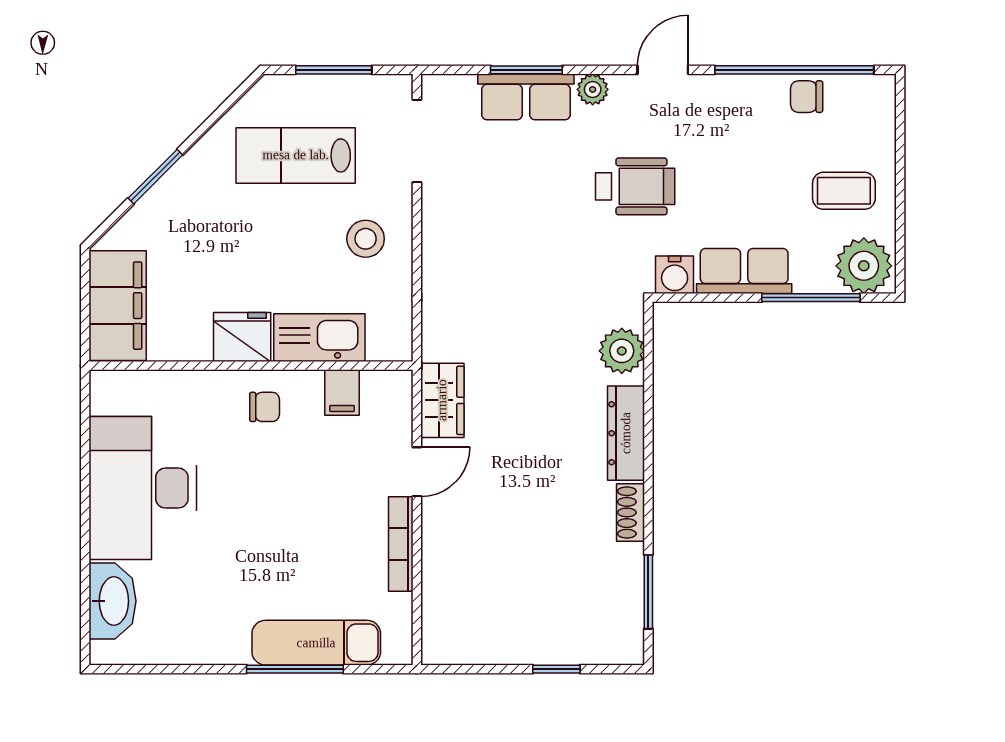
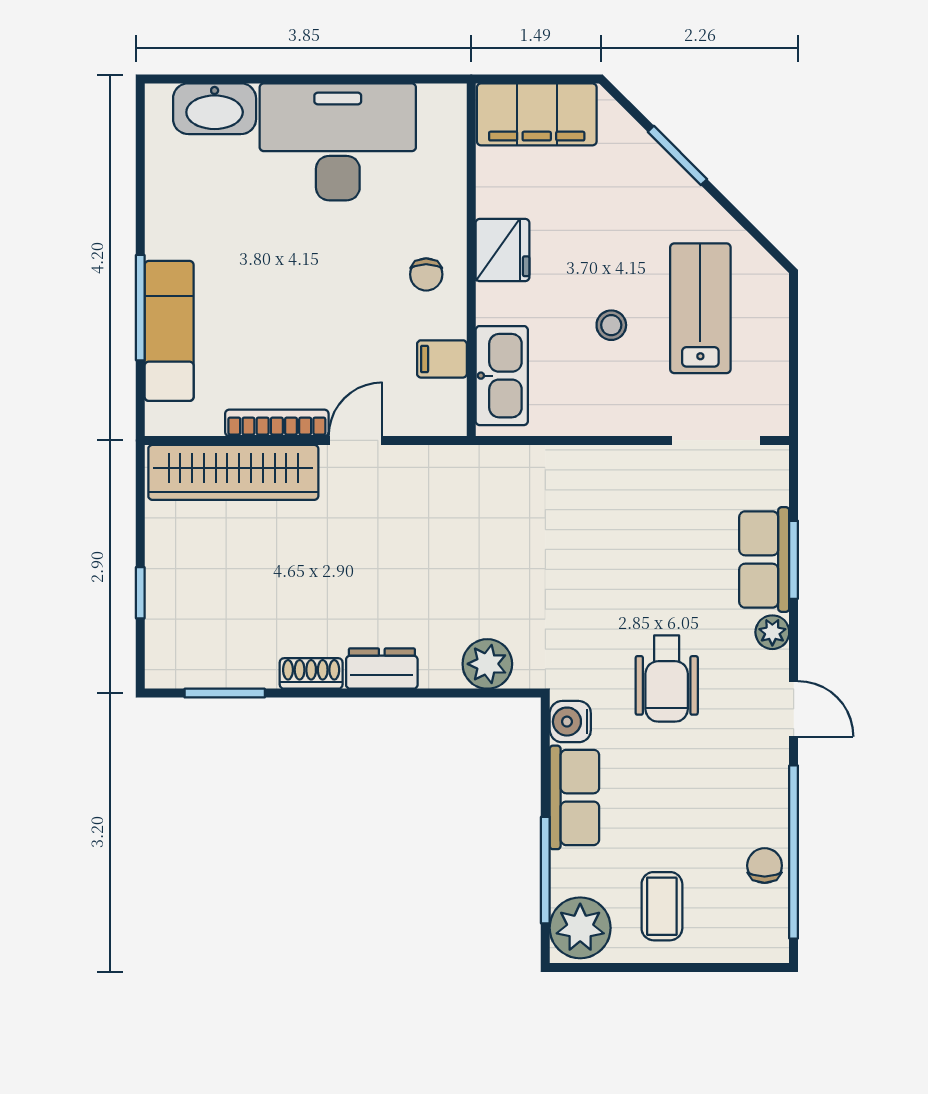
window: (334, 70) -> (794, 350), removed
stool: (366, 239) -> (611, 325), moved, width x0.73, depth x0.73
kitchen sink: (319, 338) -> (502, 376), moved
wardrobe: (442, 400) -> (233, 472), moved, width x2.10, depth x1.17
dresser: (626, 433) -> (382, 669), width x0.70
door: (417, 472) -> (355, 440), swing flipped

